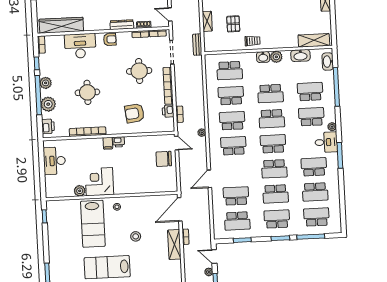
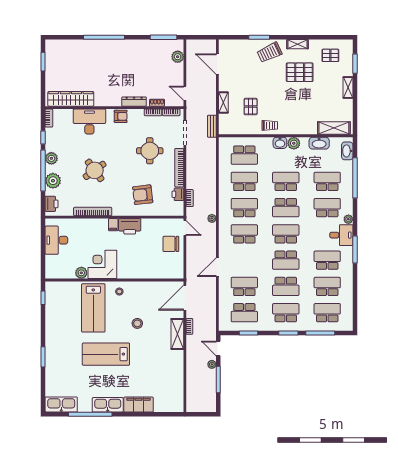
round table: (87, 92) -> (95, 170), turned -36
school desk: (270, 94) -> (286, 181), turned 180
printer: (119, 142) -> (130, 226), width x1.87, depth x1.48
school desk: (315, 192) -> (327, 286), turned 180

